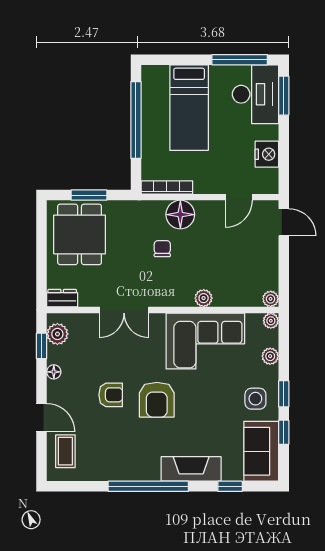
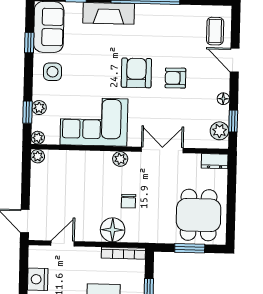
plant: (204, 298) -> (120, 159), moved
window: (284, 394) -> (28, 112), moved

